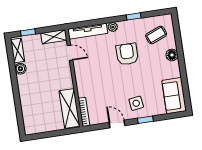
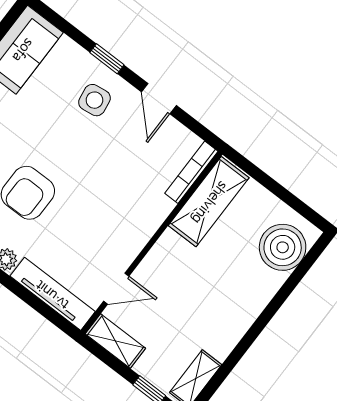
door: (70, 53) -> (116, 289), swing flipped
boiler: (20, 69) -> (283, 247), moved, width x1.86, depth x1.86

